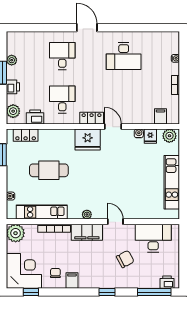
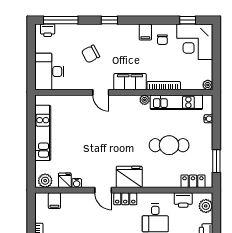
plant: (87, 214) -> (145, 100), moved
plant: (16, 233) -> (208, 85), width x0.53, depth x0.53
desk: (153, 238) -> (49, 72), moved, turned 90

